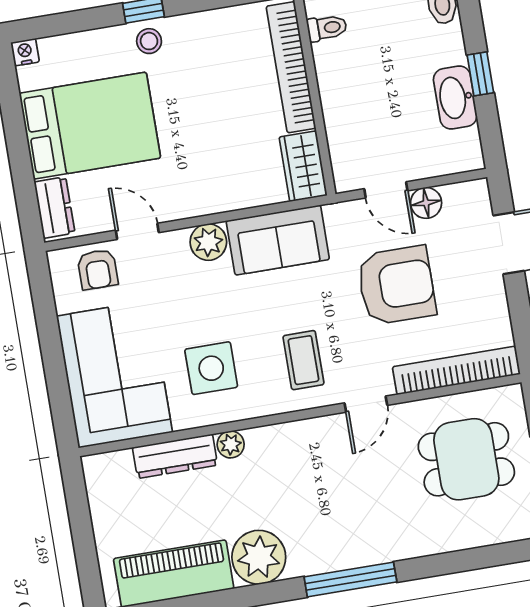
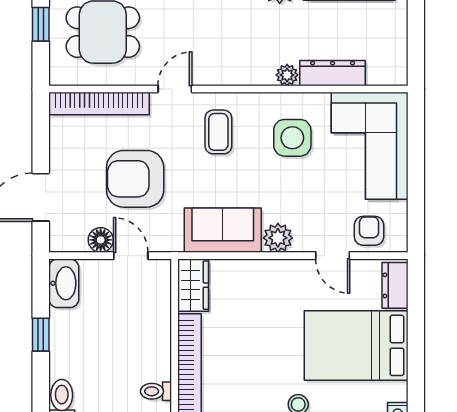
washbasin: (455, 97) -> (64, 283), moved

